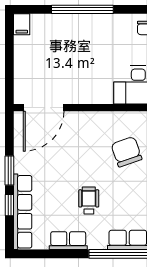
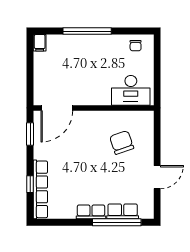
window: (9, 170) -> (30, 134), moved
wheelchair: (89, 201) -> (92, 181), removed
row of seats: (68, 241) -> (91, 212), moved

